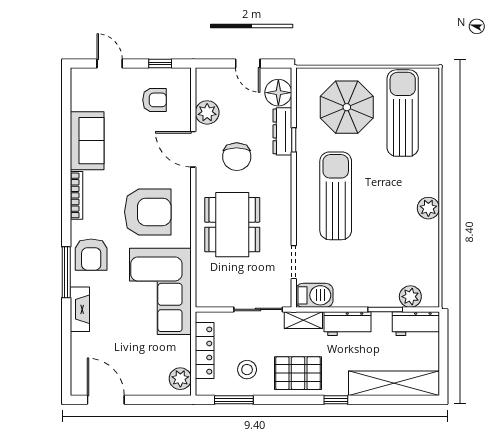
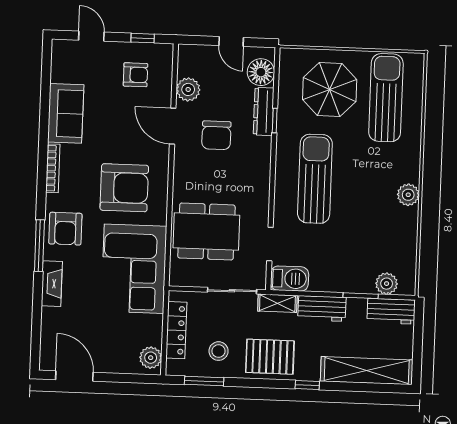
dining table: (232, 225) -> (206, 231), moved, turned 90

